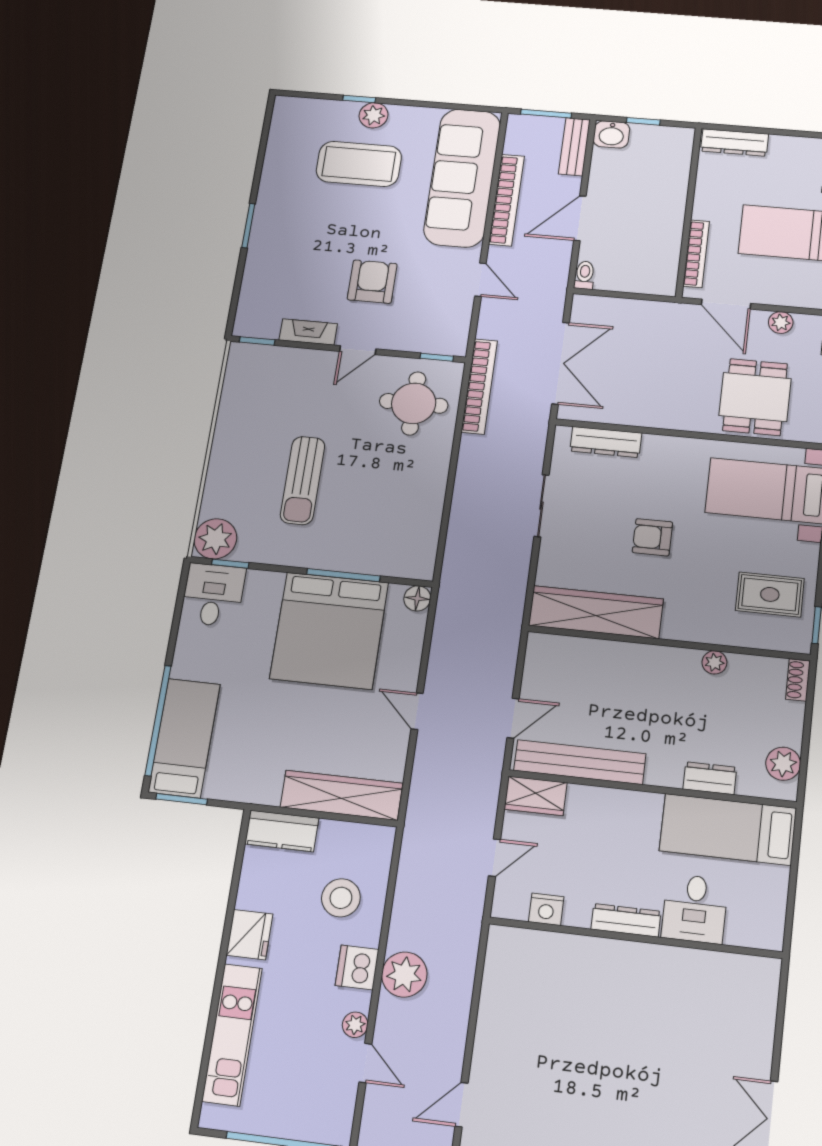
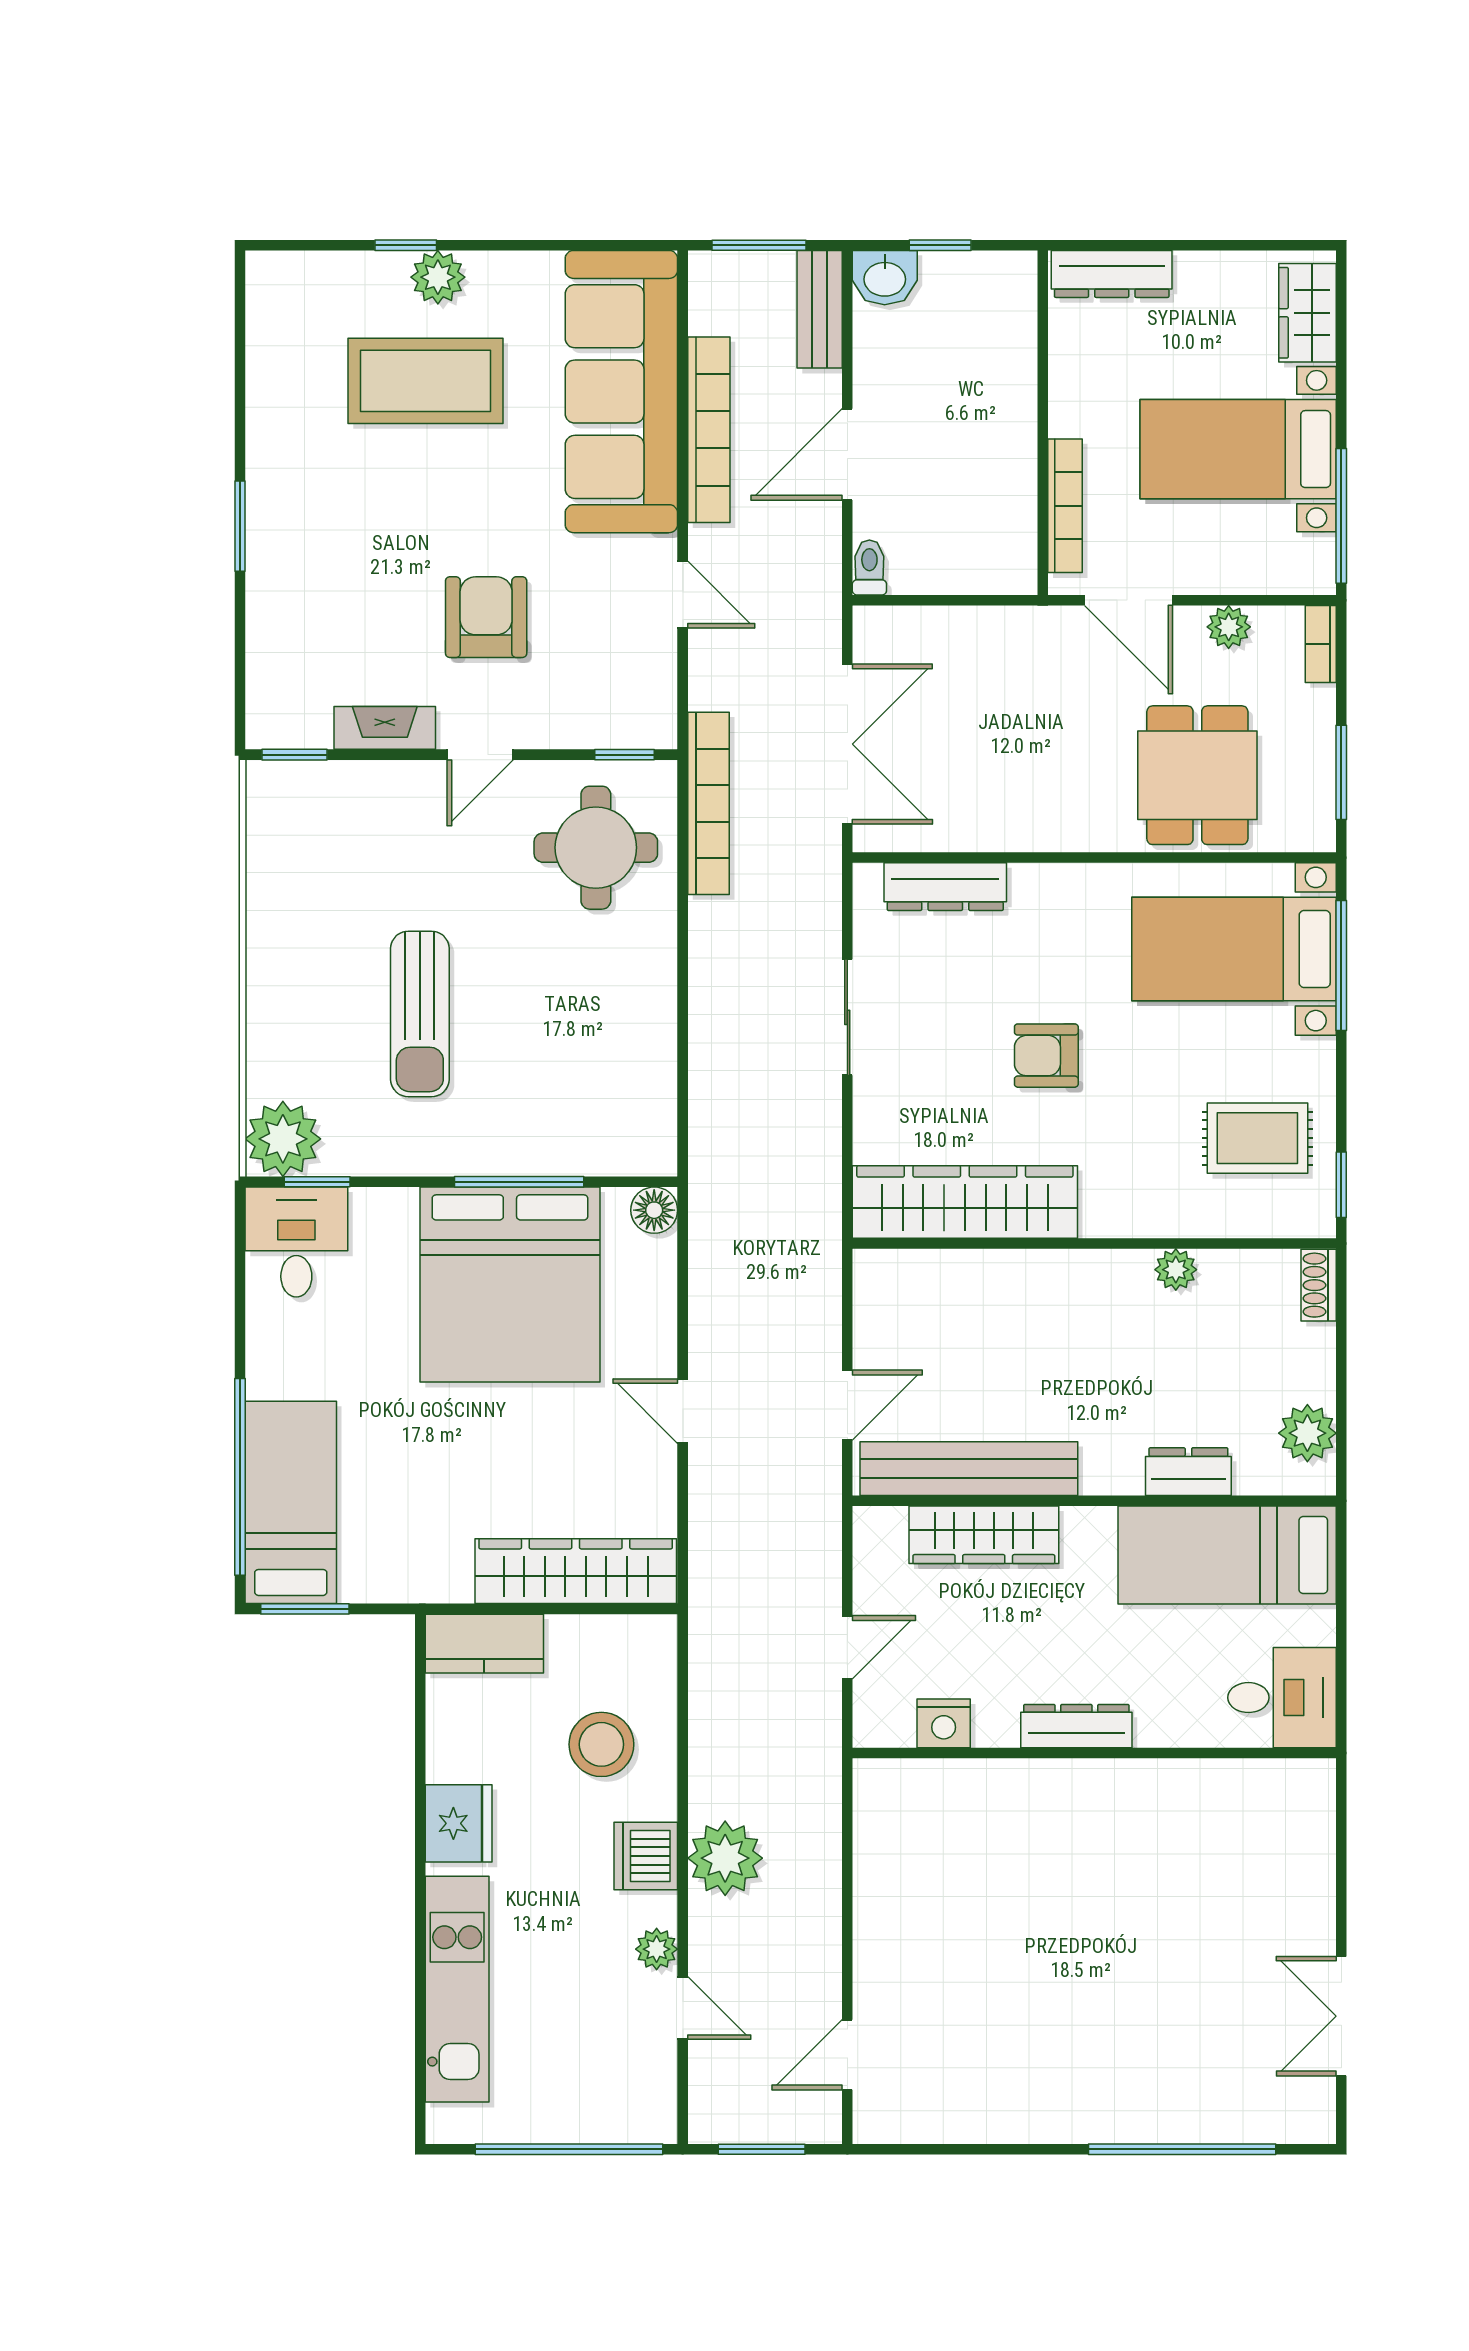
wardrobe: (536, 796) -> (984, 1535), moved, width x1.50
desk: (695, 909) -> (1282, 1698), moved, turned -90

